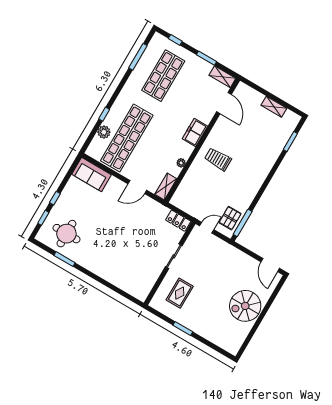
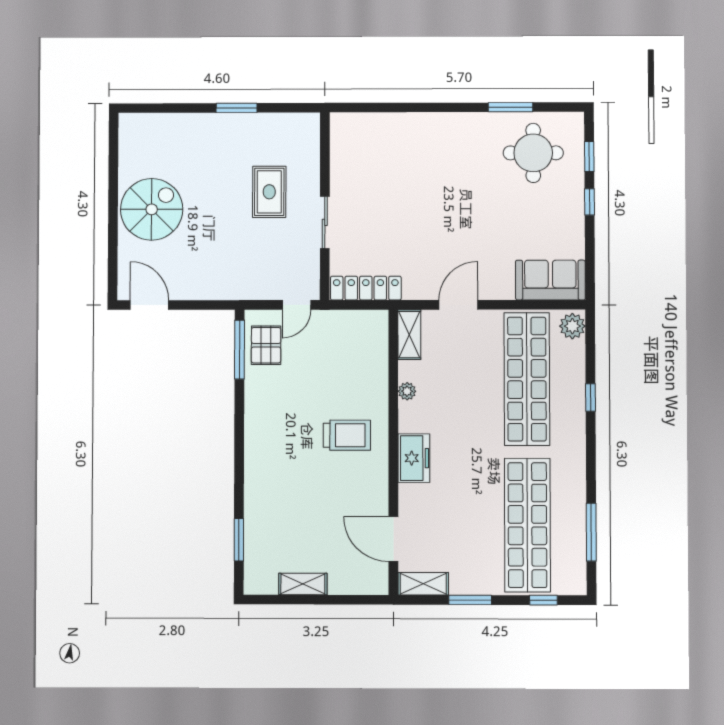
shop shelf: (163, 76) -> (527, 525), width x1.40
plant: (104, 132) -> (572, 326), moved
locker: (178, 221) -> (366, 288), width x1.53
rug: (180, 293) -> (269, 192), moved

